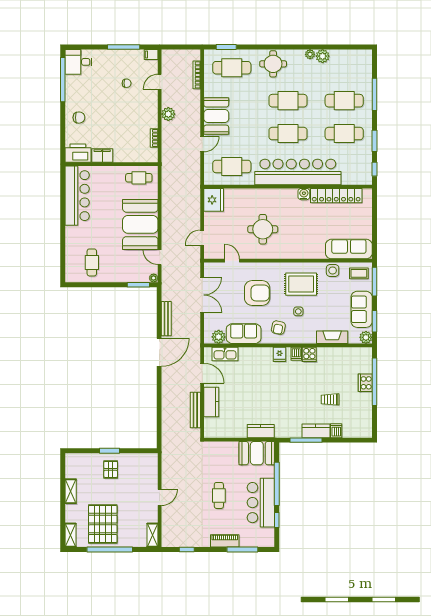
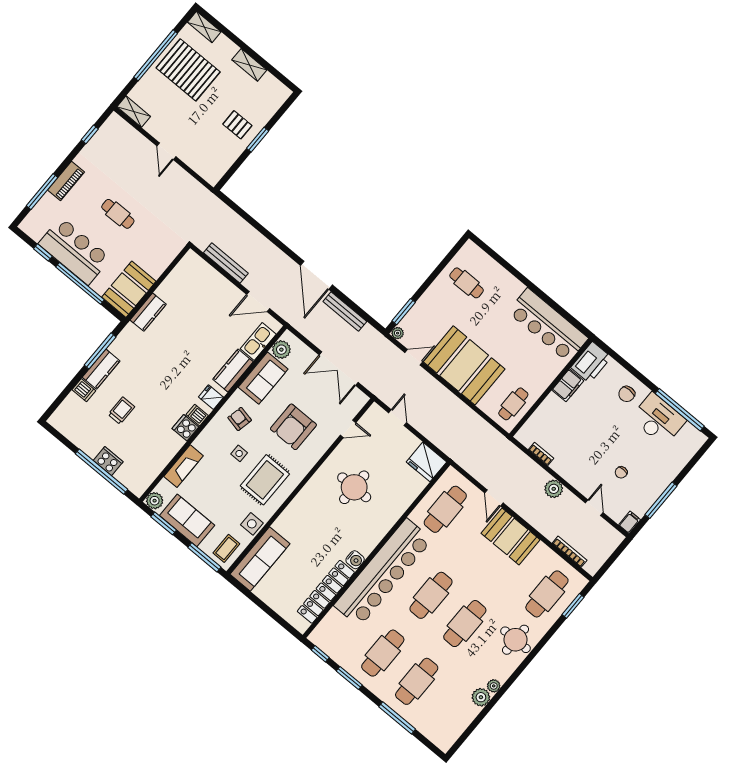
desk: (78, 62) -> (658, 419), moved, width x1.37
kitchen counter: (211, 402) -> (233, 371), moved, turned 90

